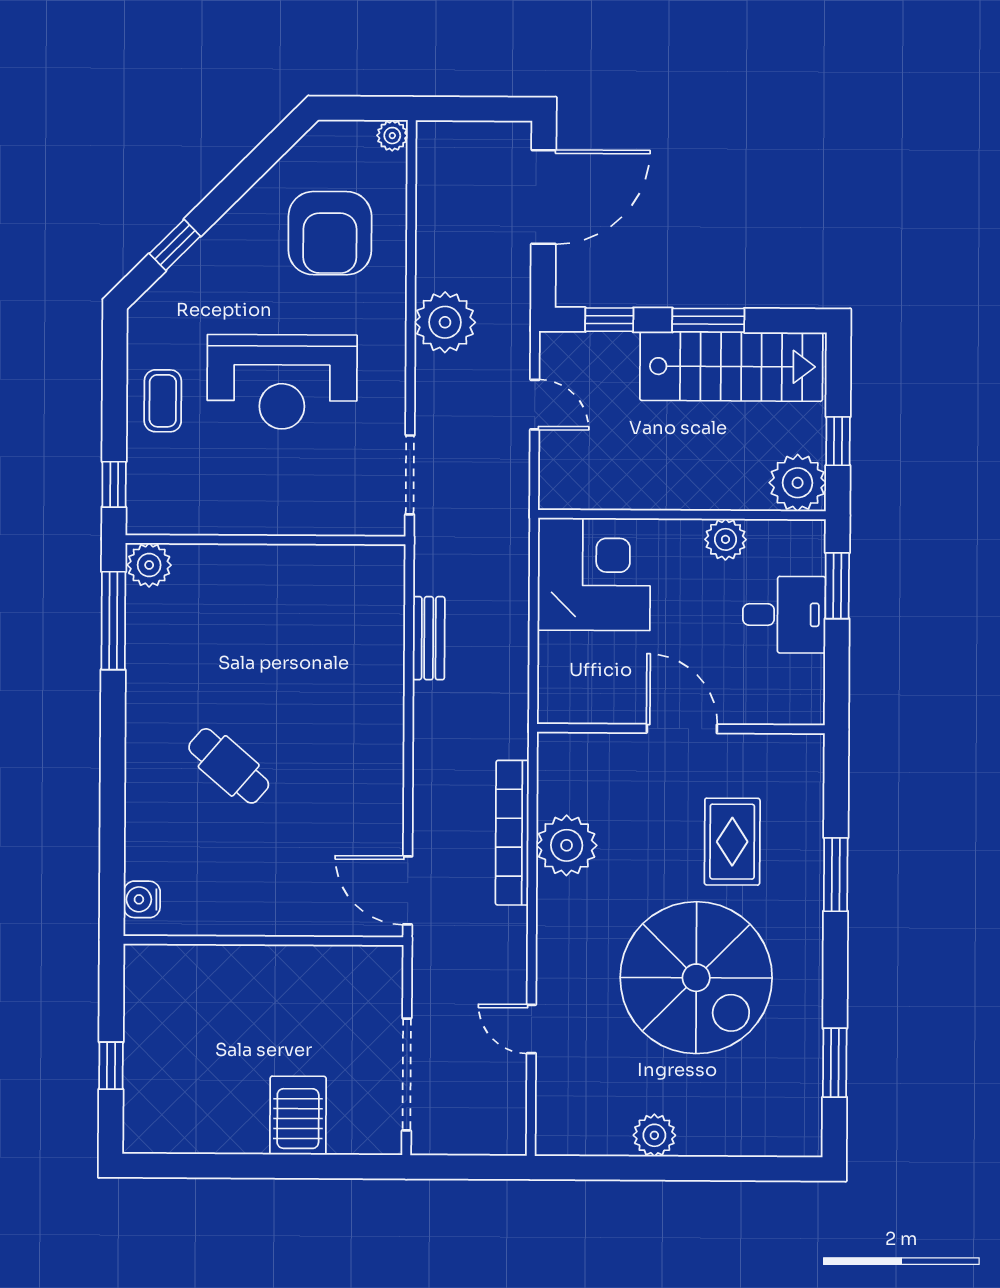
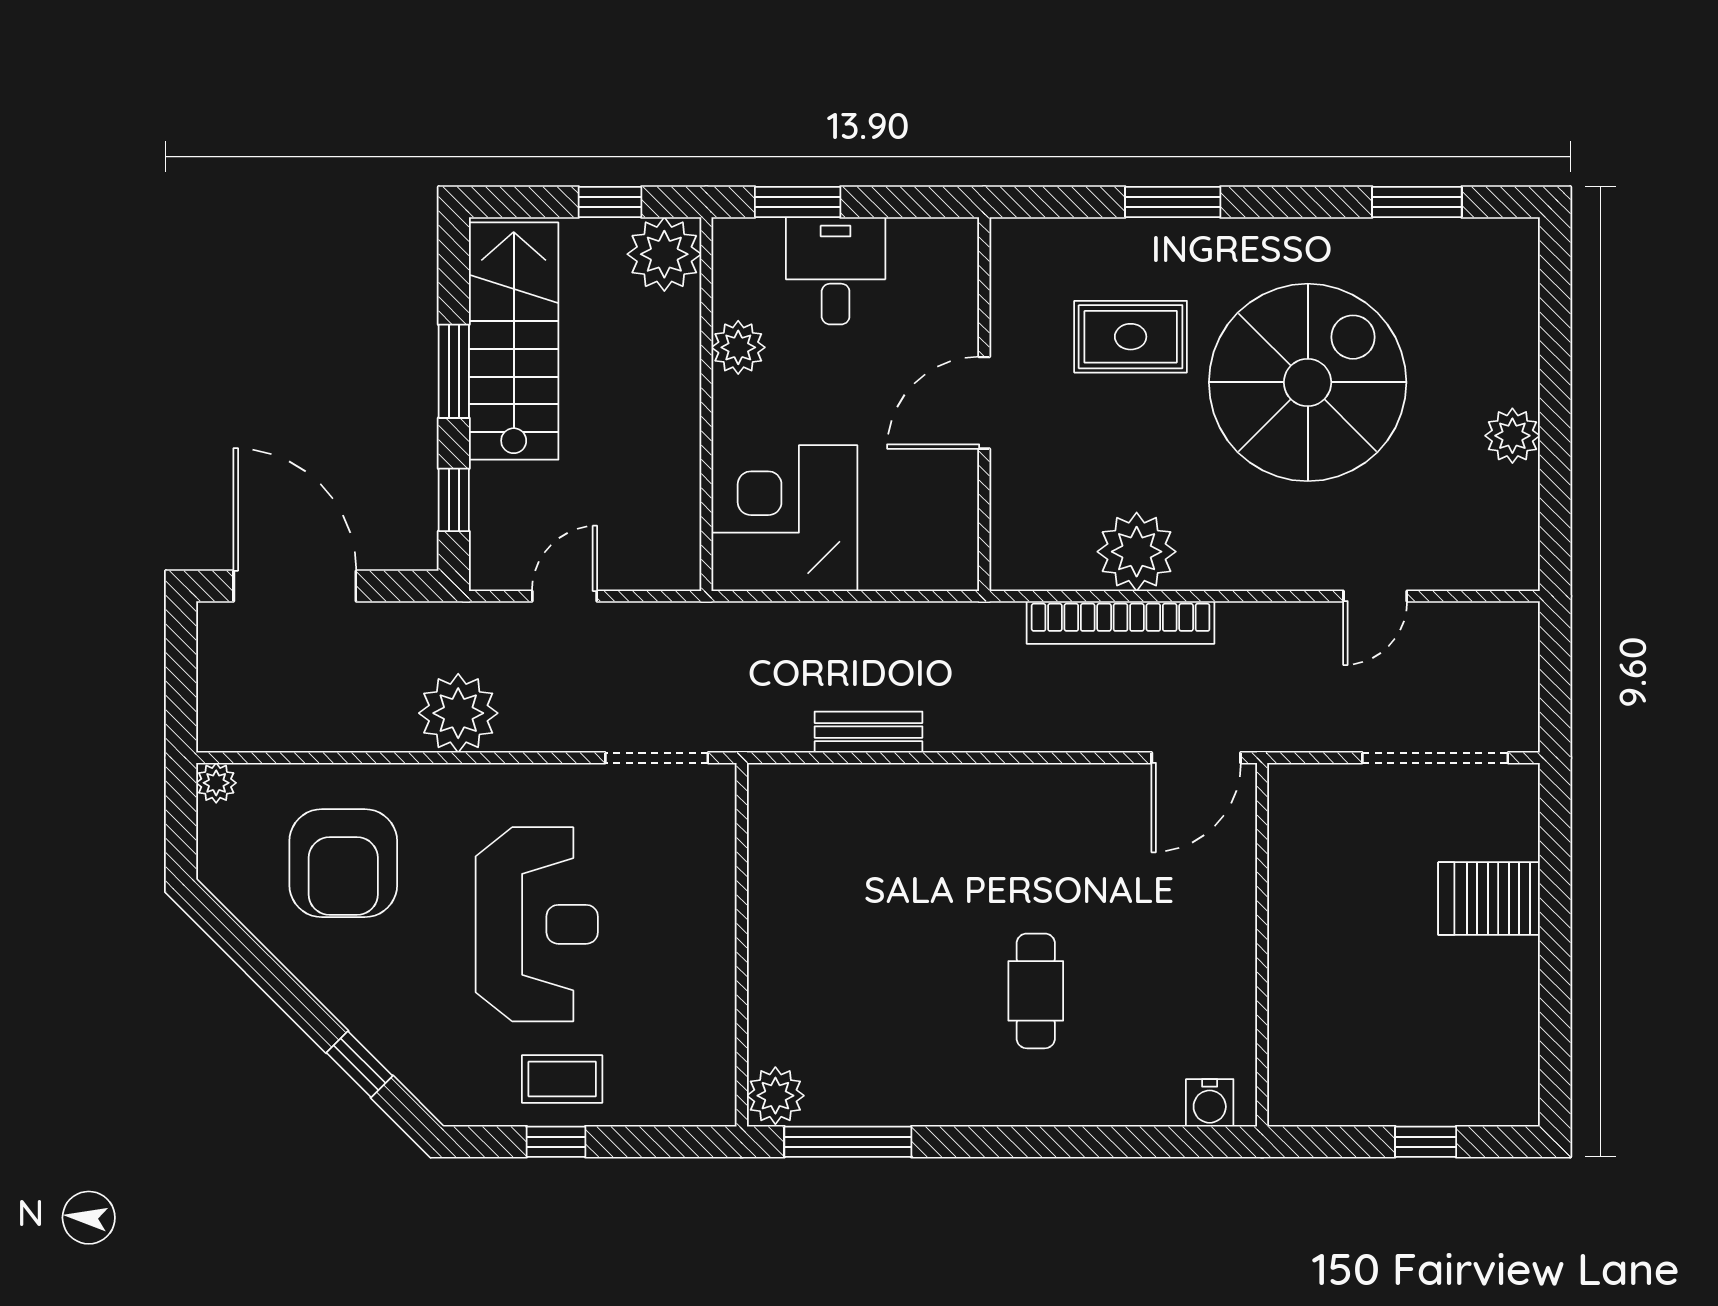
armchair: (330, 233) -> (343, 863), turned 90
window: (114, 484) -> (556, 1142), moved
cafe table: (229, 766) -> (1036, 991), turned -41

